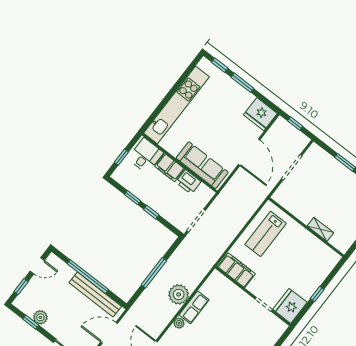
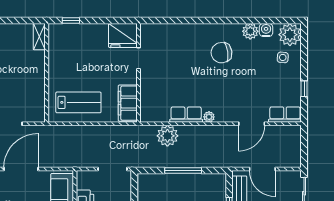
shelving: (320, 229) -> (39, 37), moved
plant: (179, 294) -> (167, 136), moved
window: (317, 294) -> (71, 20), moved

